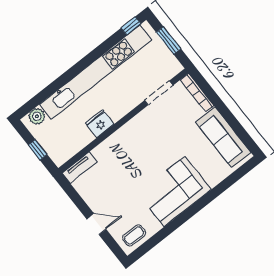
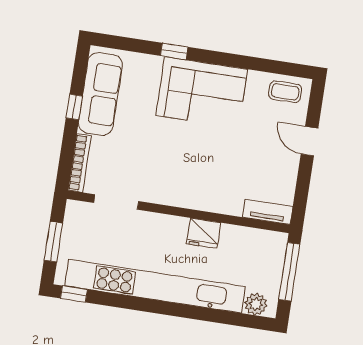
window: (229, 117) -> (74, 107), added
window: (38, 150) -> (289, 272), width x2.17
window: (209, 197) -> (174, 51), added

